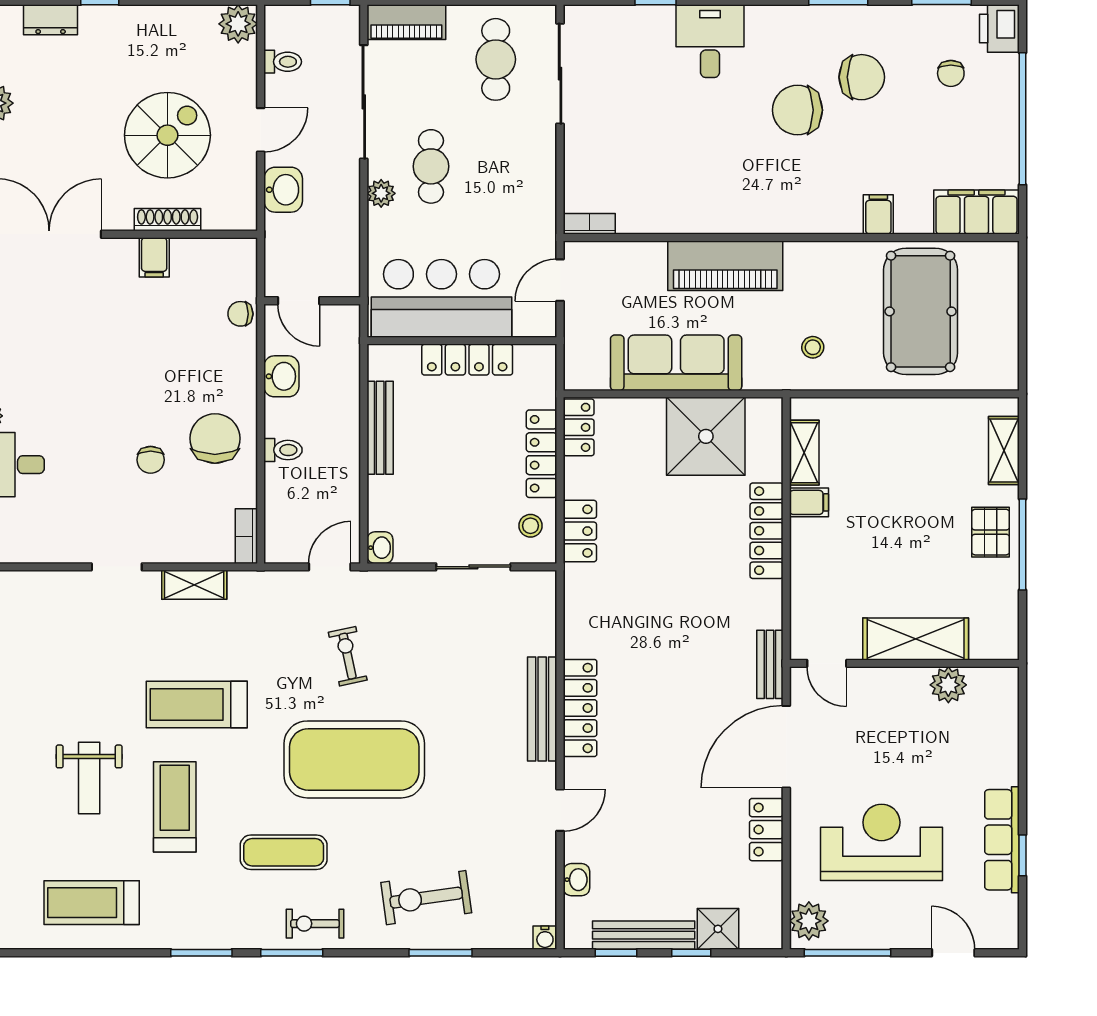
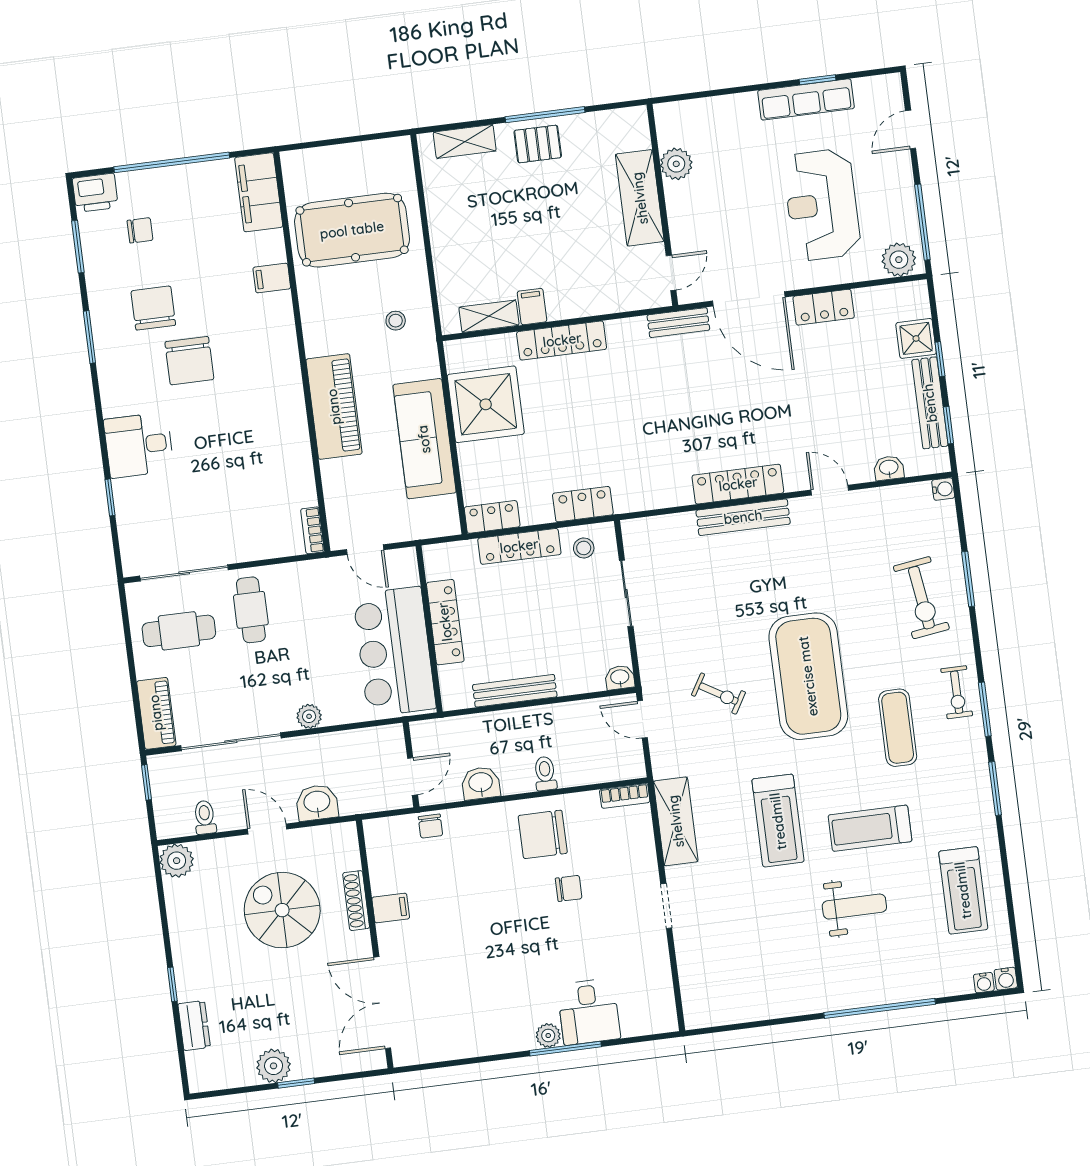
cafe table: (431, 166) -> (251, 610), moved, turned 90
shelving: (194, 585) -> (676, 821), width x1.50, depth x1.33
exercise bike: (348, 656) -> (719, 694), turned -137

